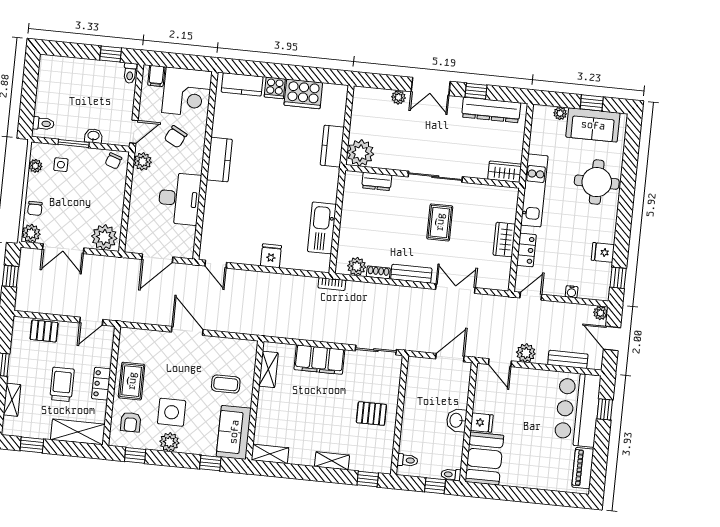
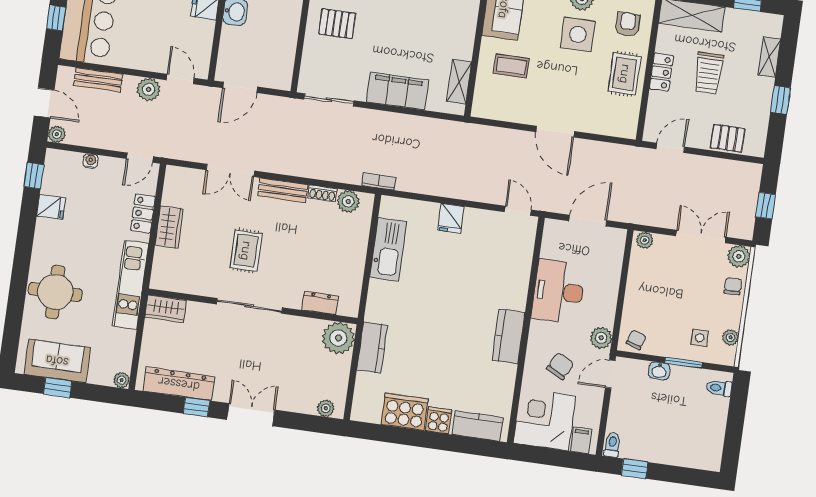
plant: (398, 97) -> (326, 408), moved
plant: (560, 113) -> (122, 380), moved
plant: (104, 237) -> (645, 240), width x0.53, depth x0.53

